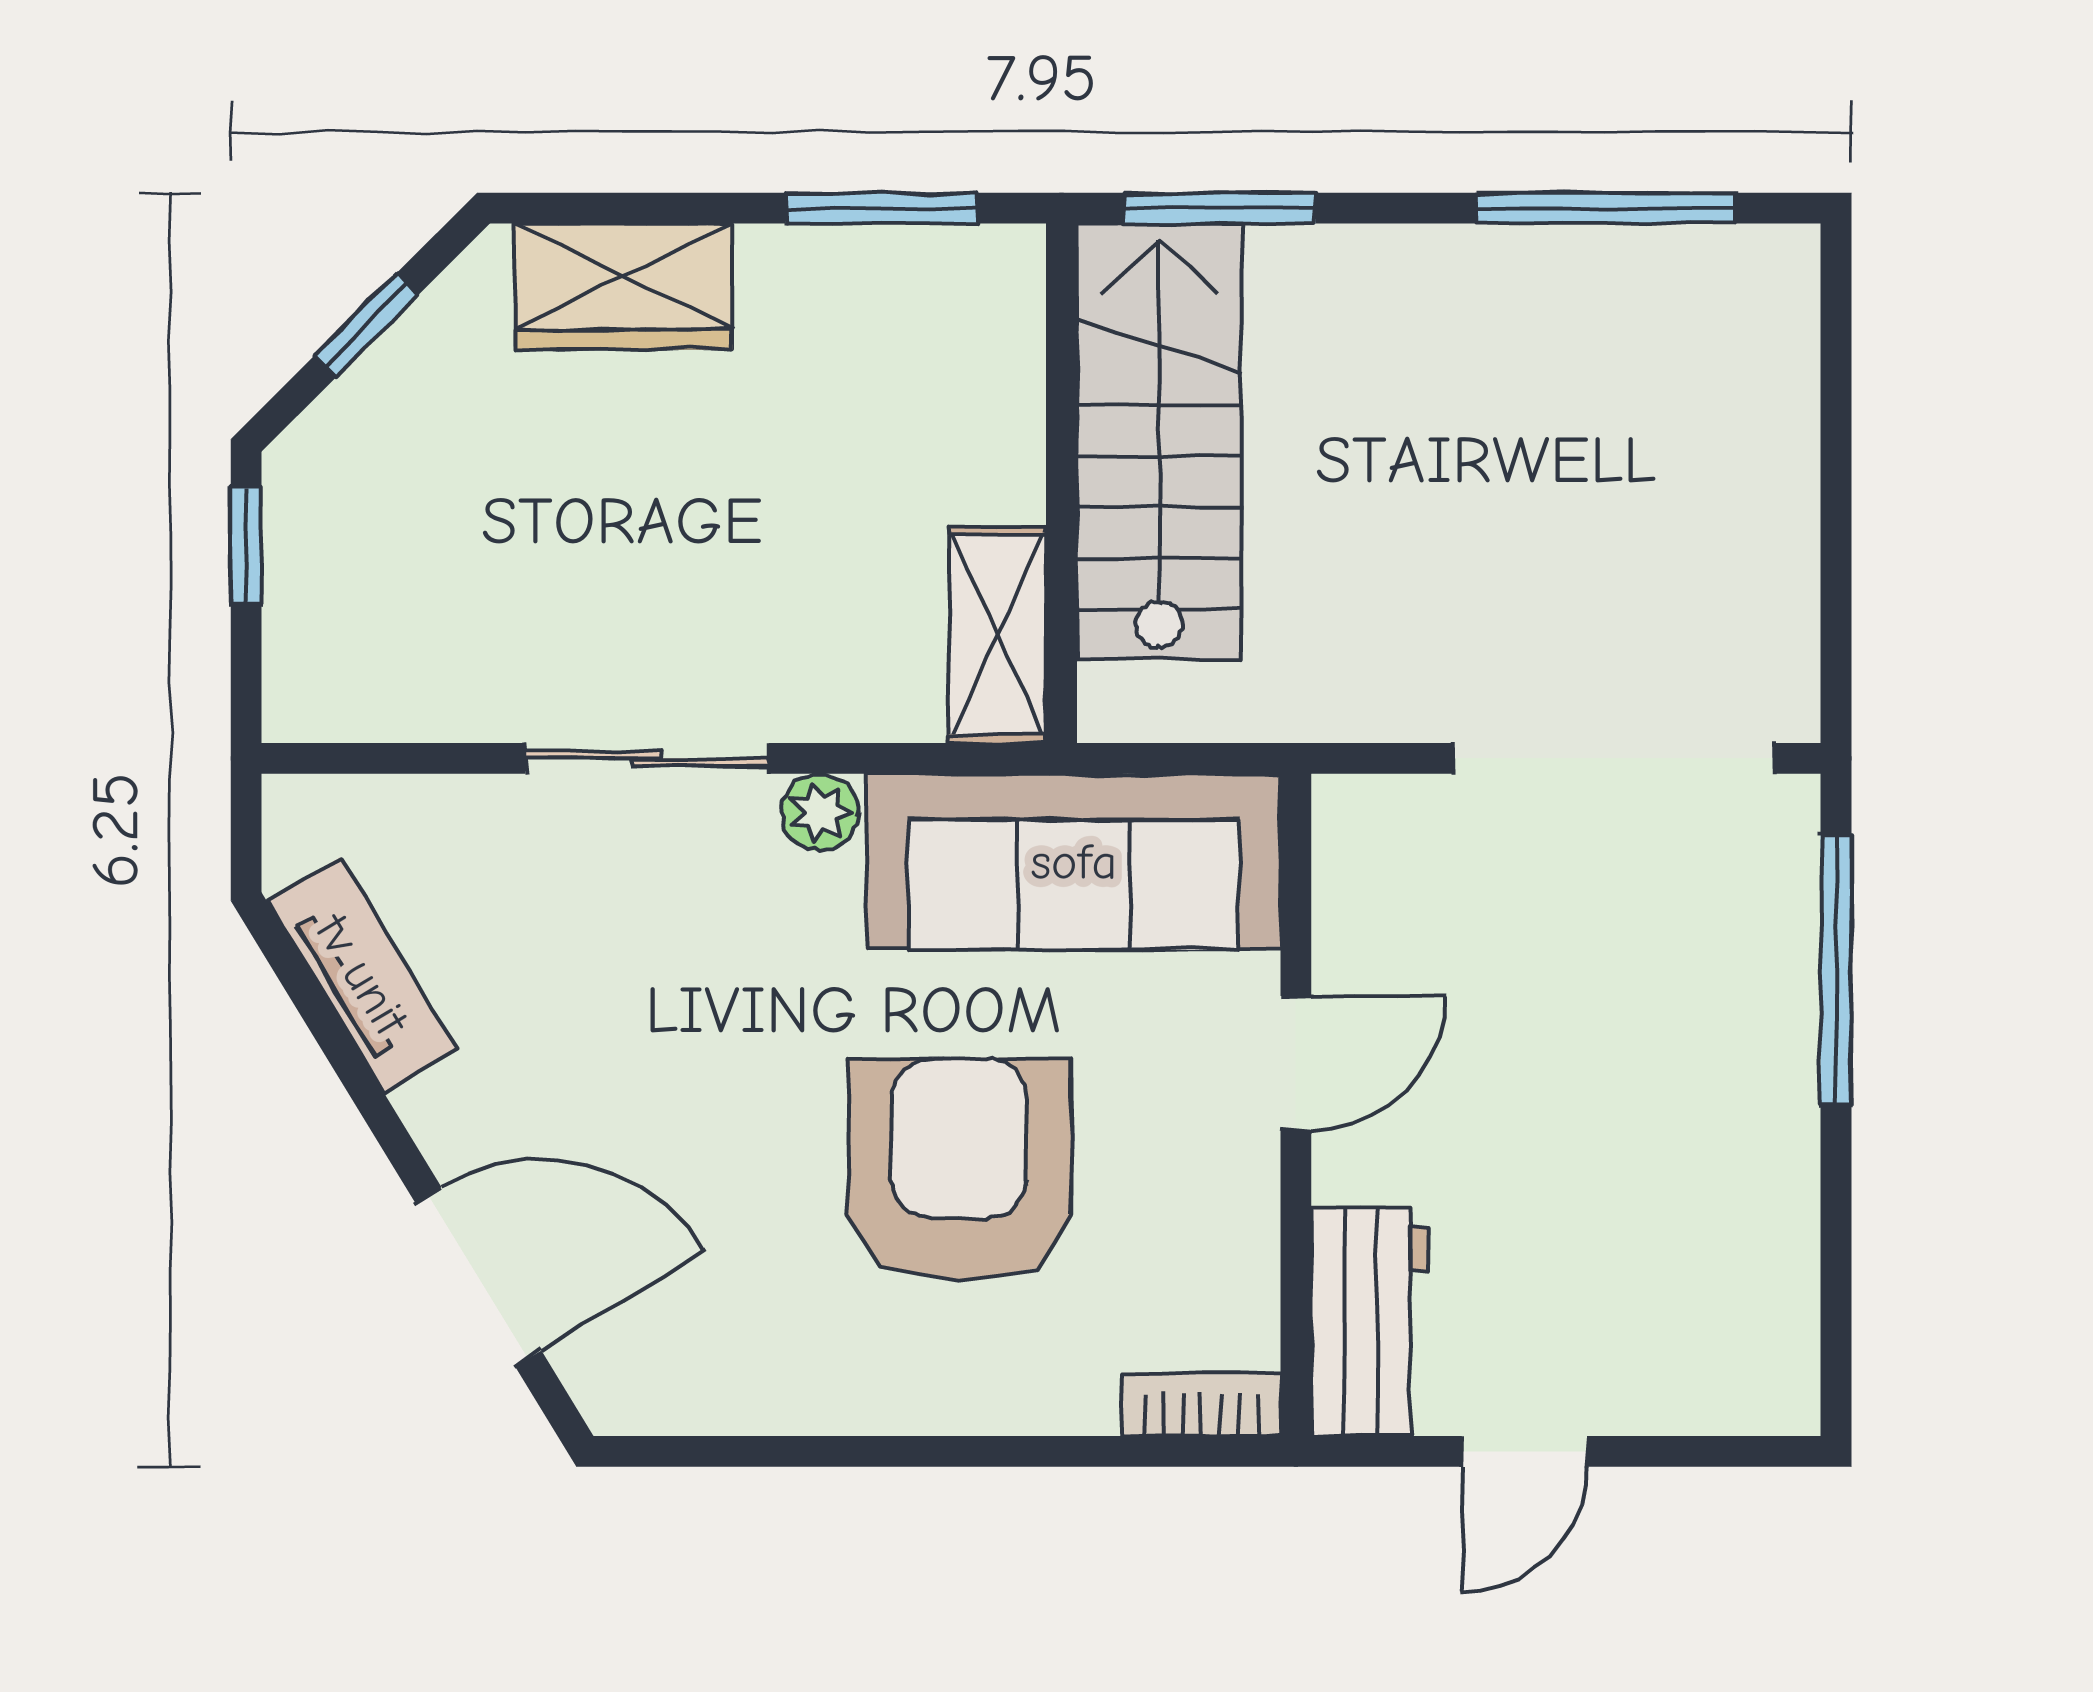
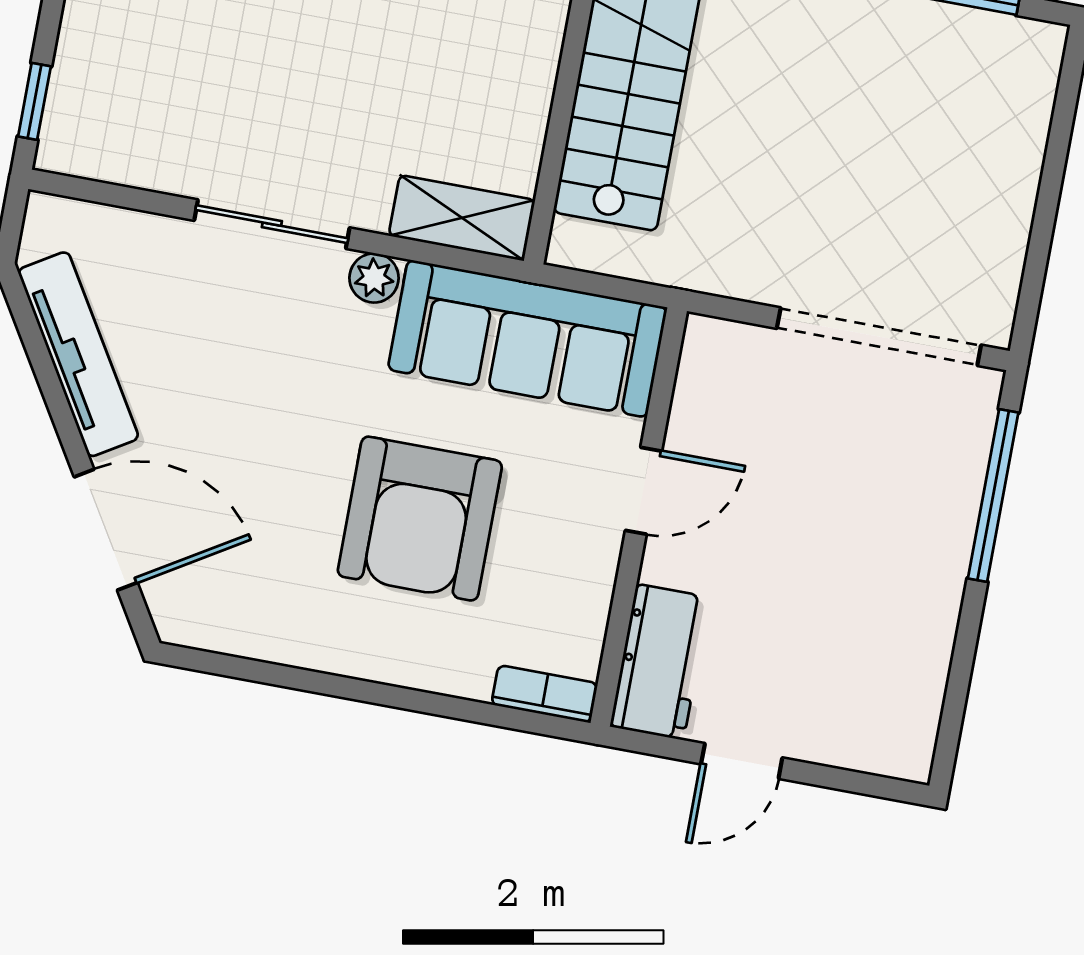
window: (246, 545) -> (34, 101), moved
shelving: (998, 635) -> (462, 218), moved, turned 90
tv unit: (362, 975) -> (78, 354), width x1.41
armchair: (959, 1170) -> (420, 519), turned 180

